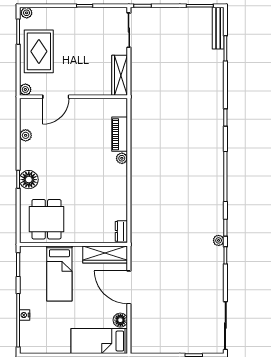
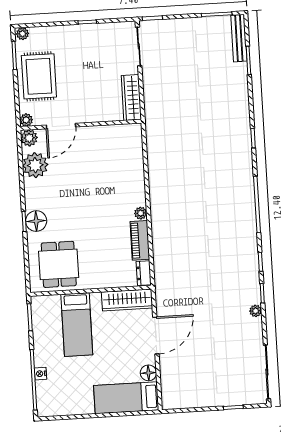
plant: (27, 106) -> (29, 138), added
piano: (120, 134) -> (140, 240), moved
plant: (26, 135) -> (35, 165), width x1.87, depth x1.87
plant: (122, 158) -> (141, 213), moved
plant: (219, 240) -> (256, 311), moved
door: (129, 287) -> (156, 335), swing flipped

